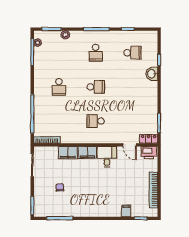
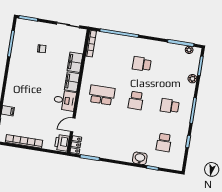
school desk: (96, 121) -> (102, 95), width x1.85

